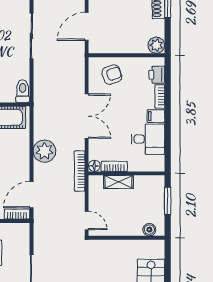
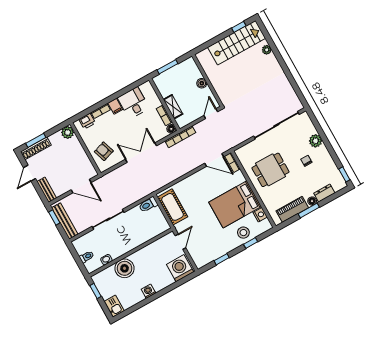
plant: (44, 151) -> (180, 168), removed
boiler: (149, 230) -> (202, 83), moved

